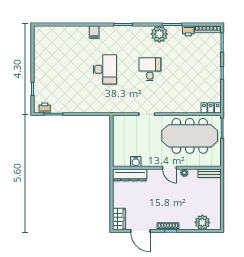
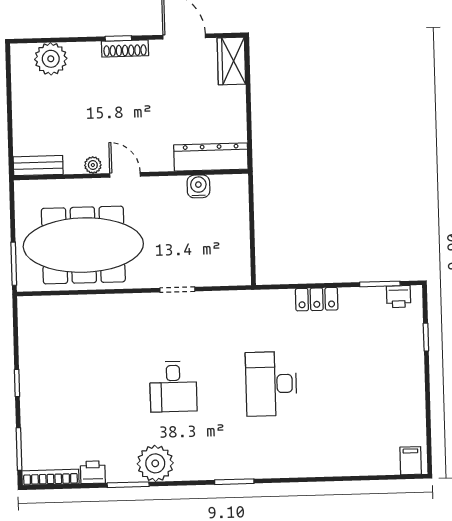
filing cabinet: (94, 32) -> (411, 461), moved
locker: (211, 108) -> (317, 299), moved

